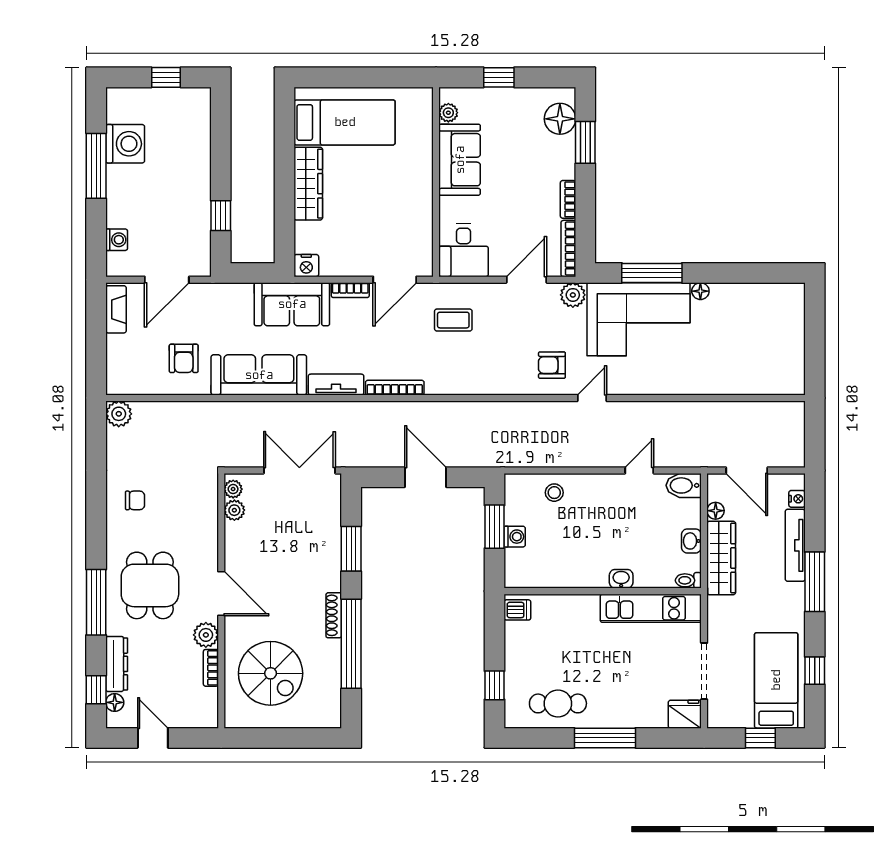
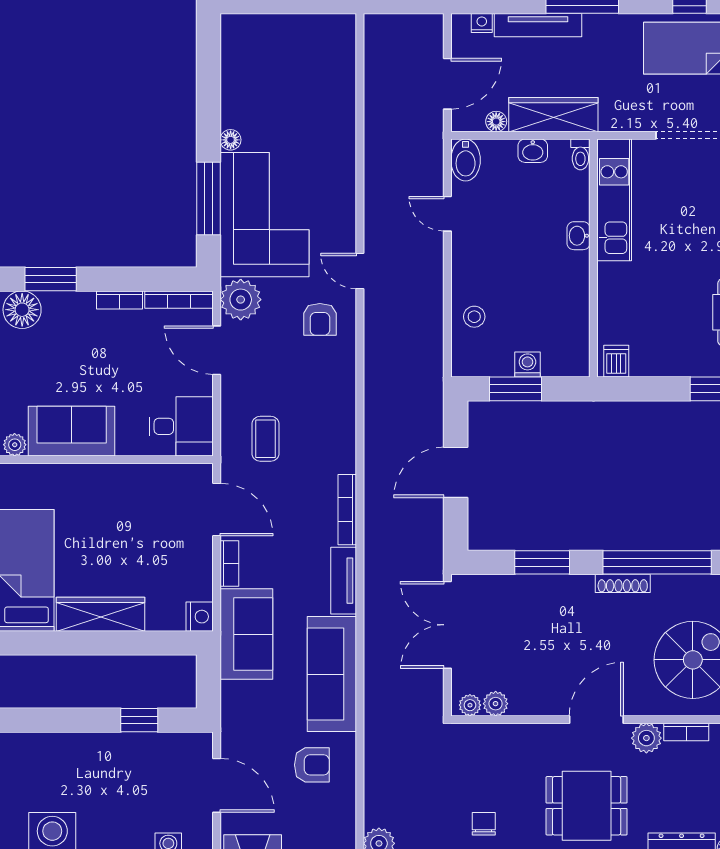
plant: (573, 295) -> (241, 300), width x1.36, depth x1.36

